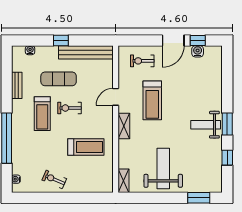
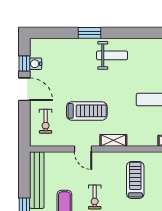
window: (227, 124) -> (90, 33), moved
weight bench: (206, 125) -> (112, 55), turned -90
window: (227, 158) -> (146, 33), removed

